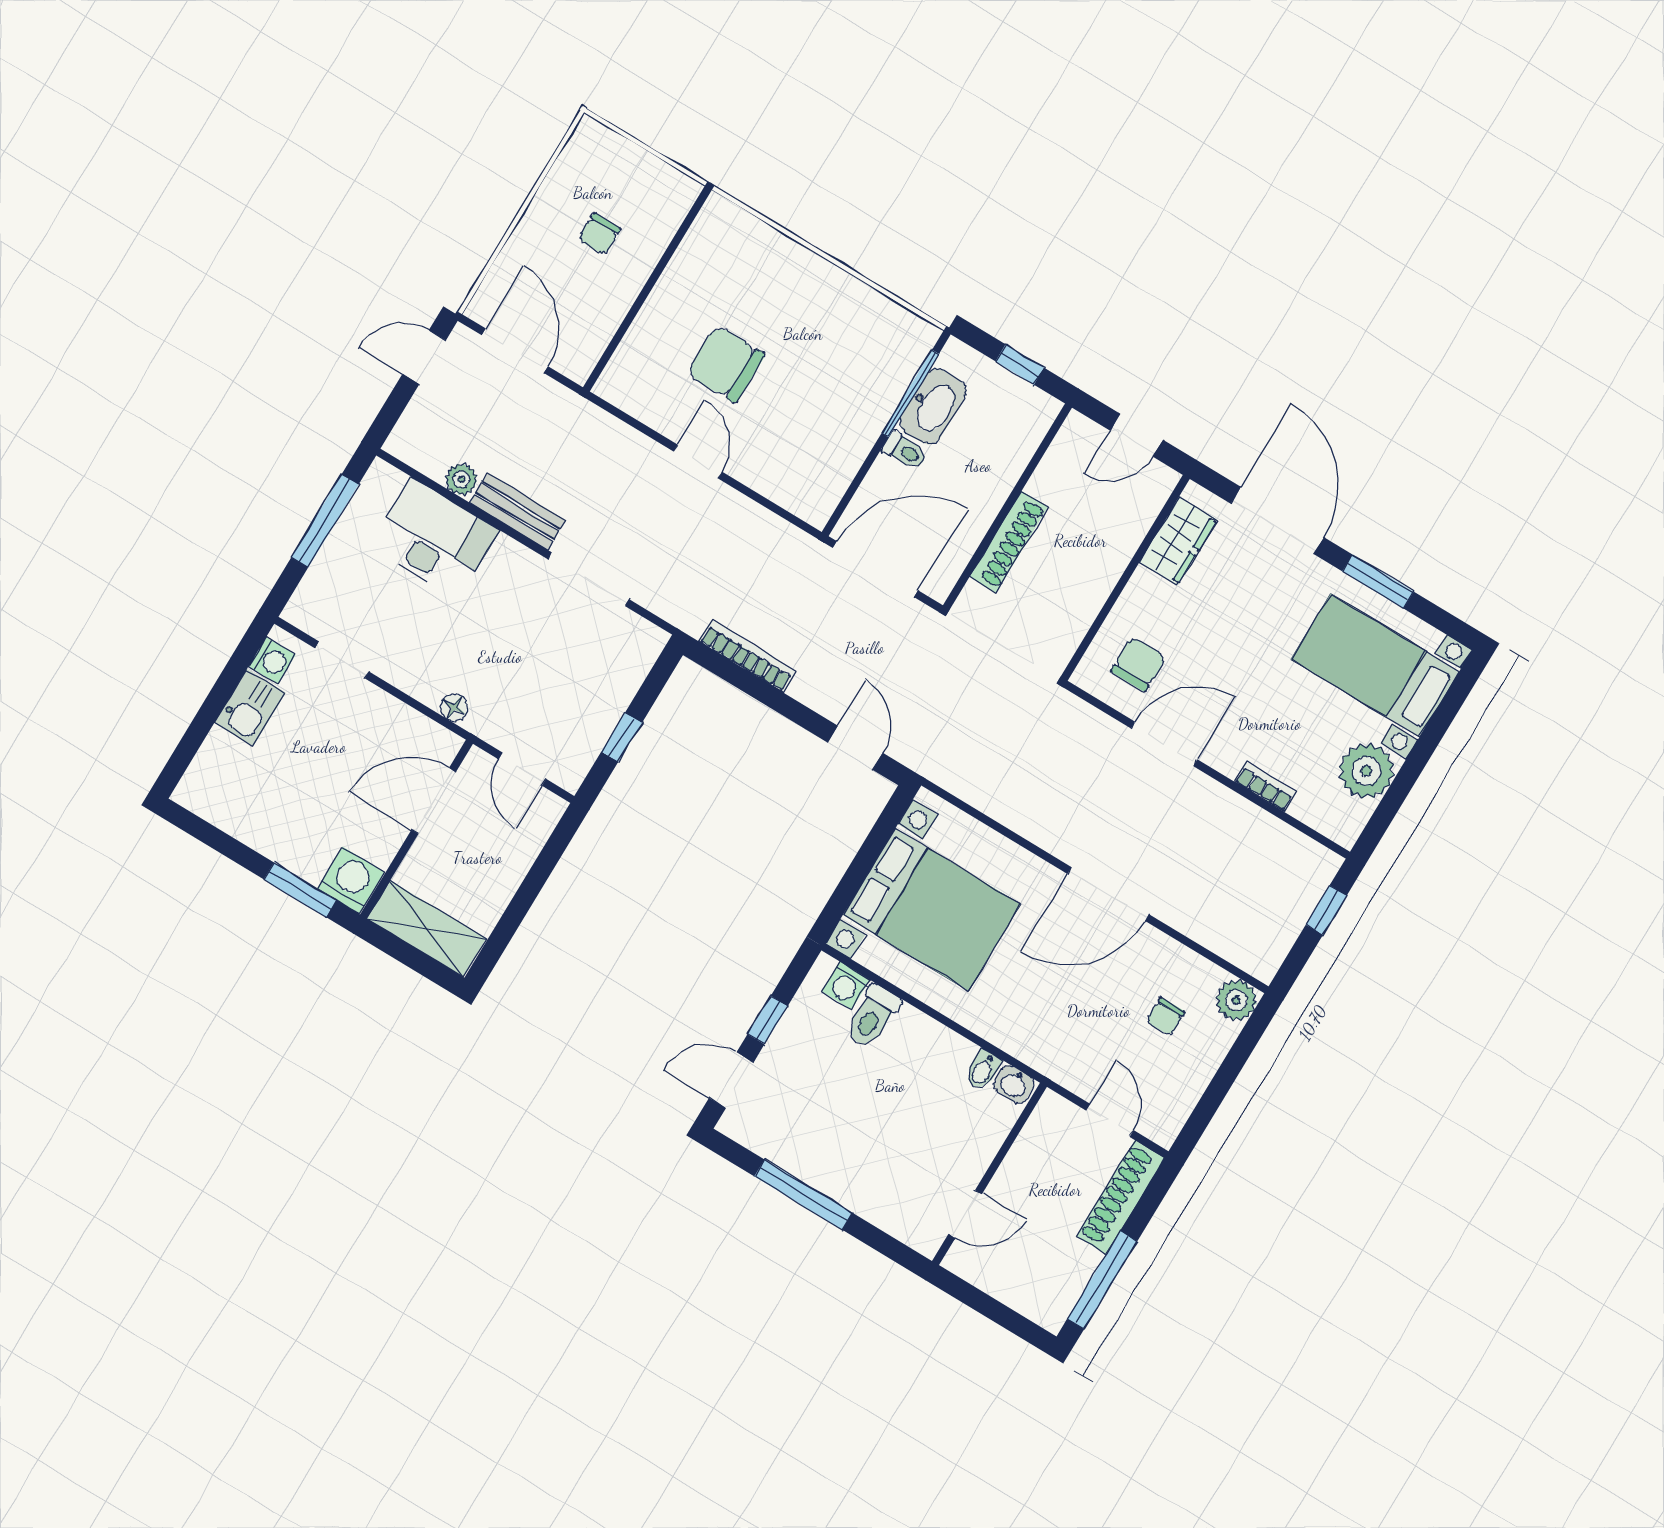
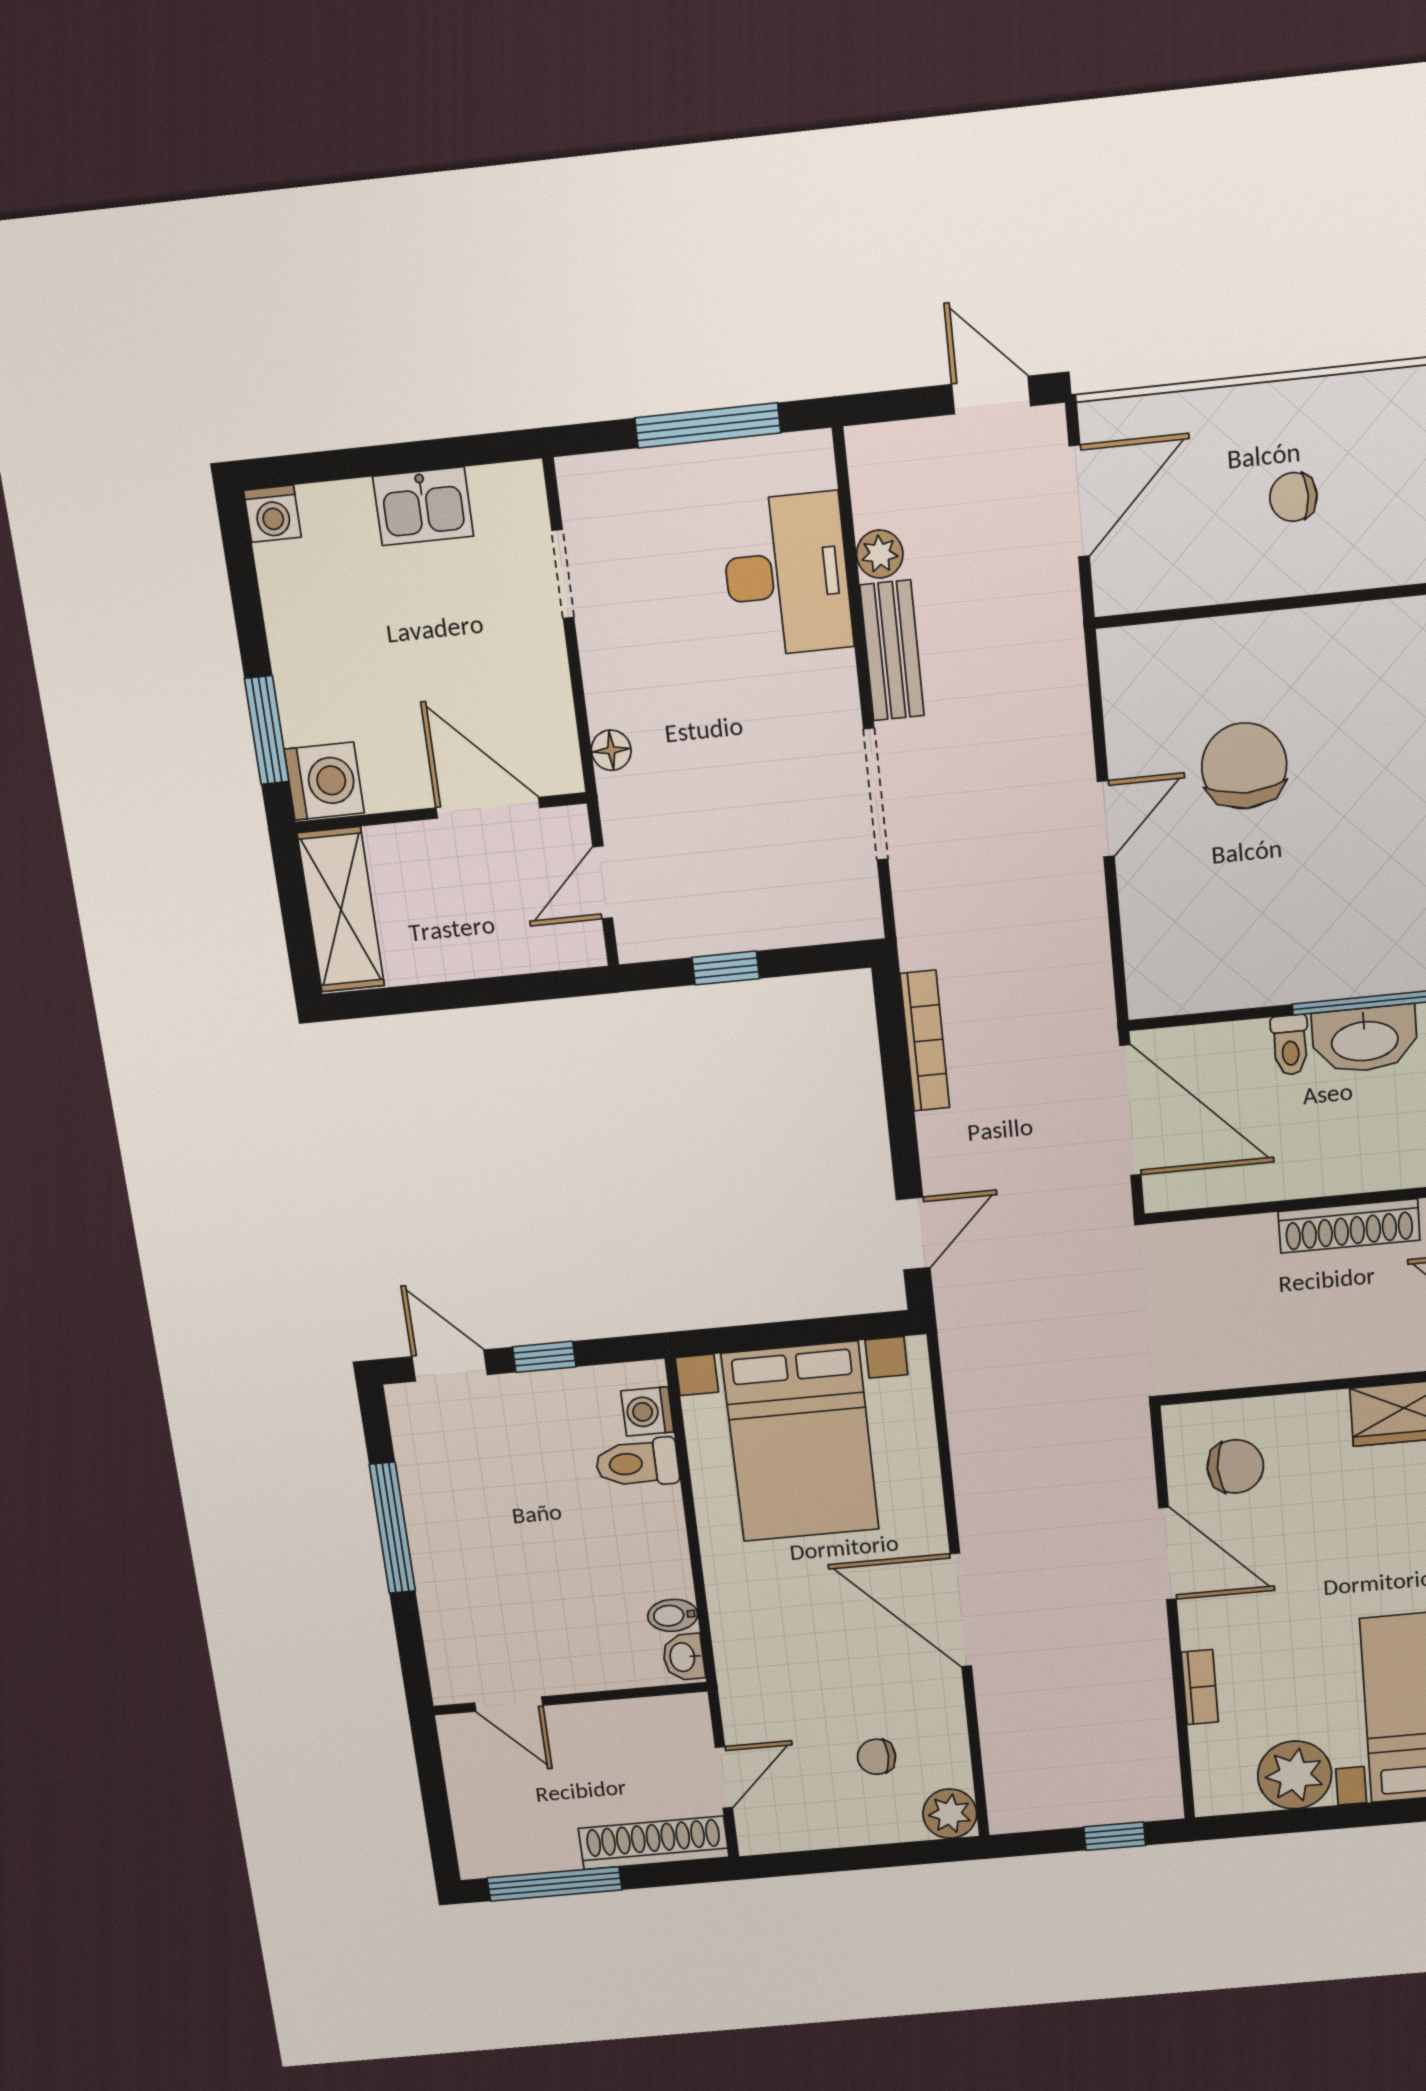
shoe rack: (1009, 542) -> (1349, 1226), moved
washing machine: (272, 660) -> (272, 514), moved

